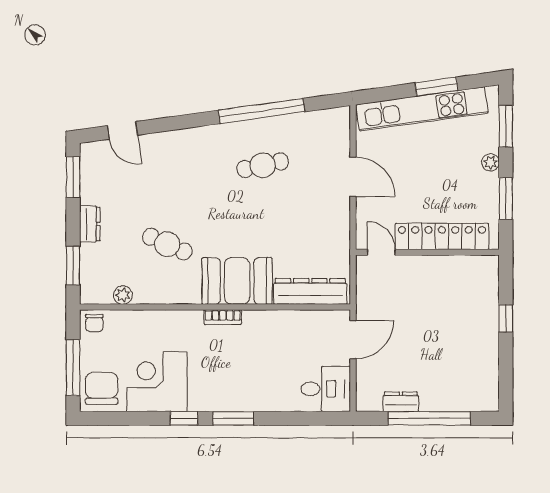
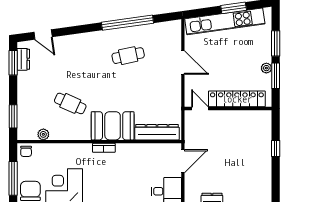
window: (506, 126) -> (276, 43), moved
plant: (491, 162) -> (266, 68), moved
dresser: (90, 224) -> (23, 59), moved

